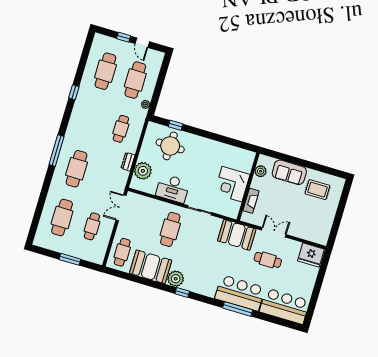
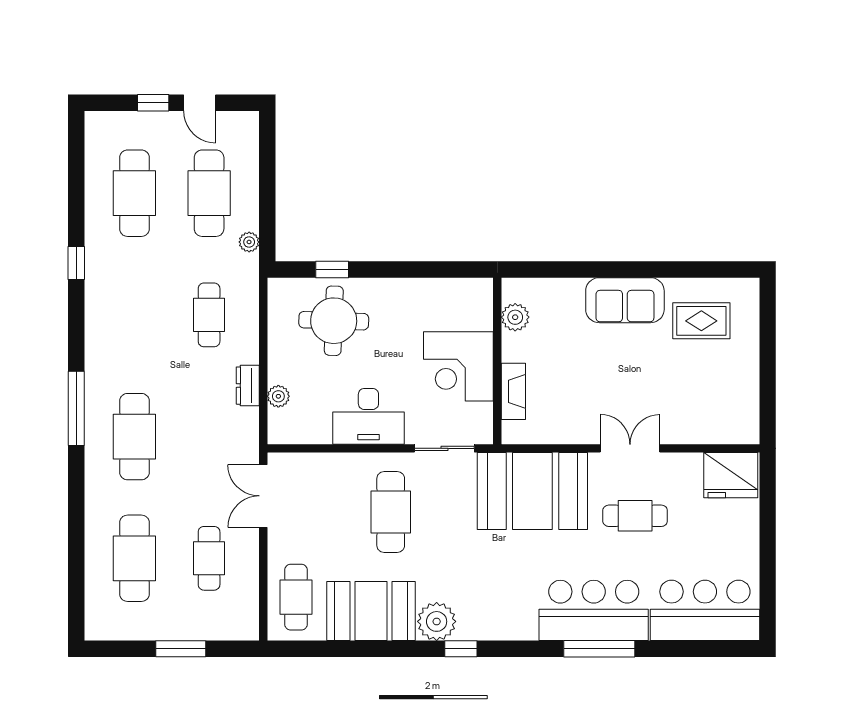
plant: (143, 171) -> (278, 396), width x0.53, depth x0.53
plant: (261, 171) -> (515, 317), moved
corner desk: (232, 184) -> (458, 366), moved
wall: (248, 187) -> (497, 361), moved
fireplace: (251, 201) -> (513, 391), moved
booth: (237, 235) -> (532, 491), width x1.36, depth x1.42

